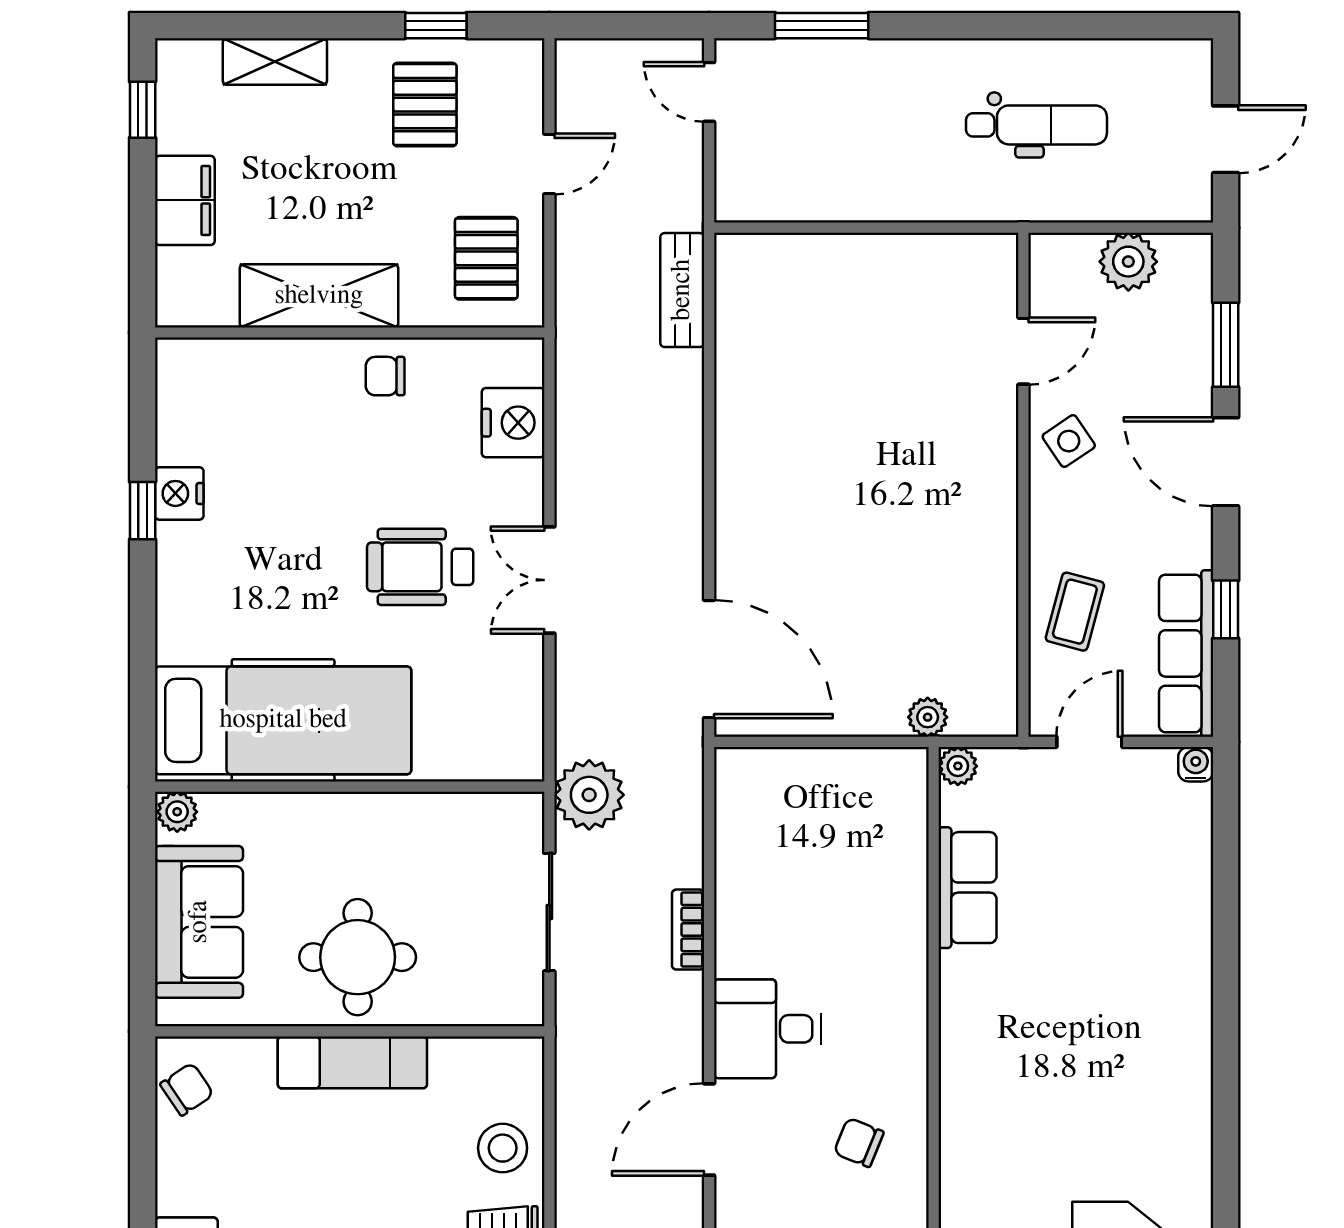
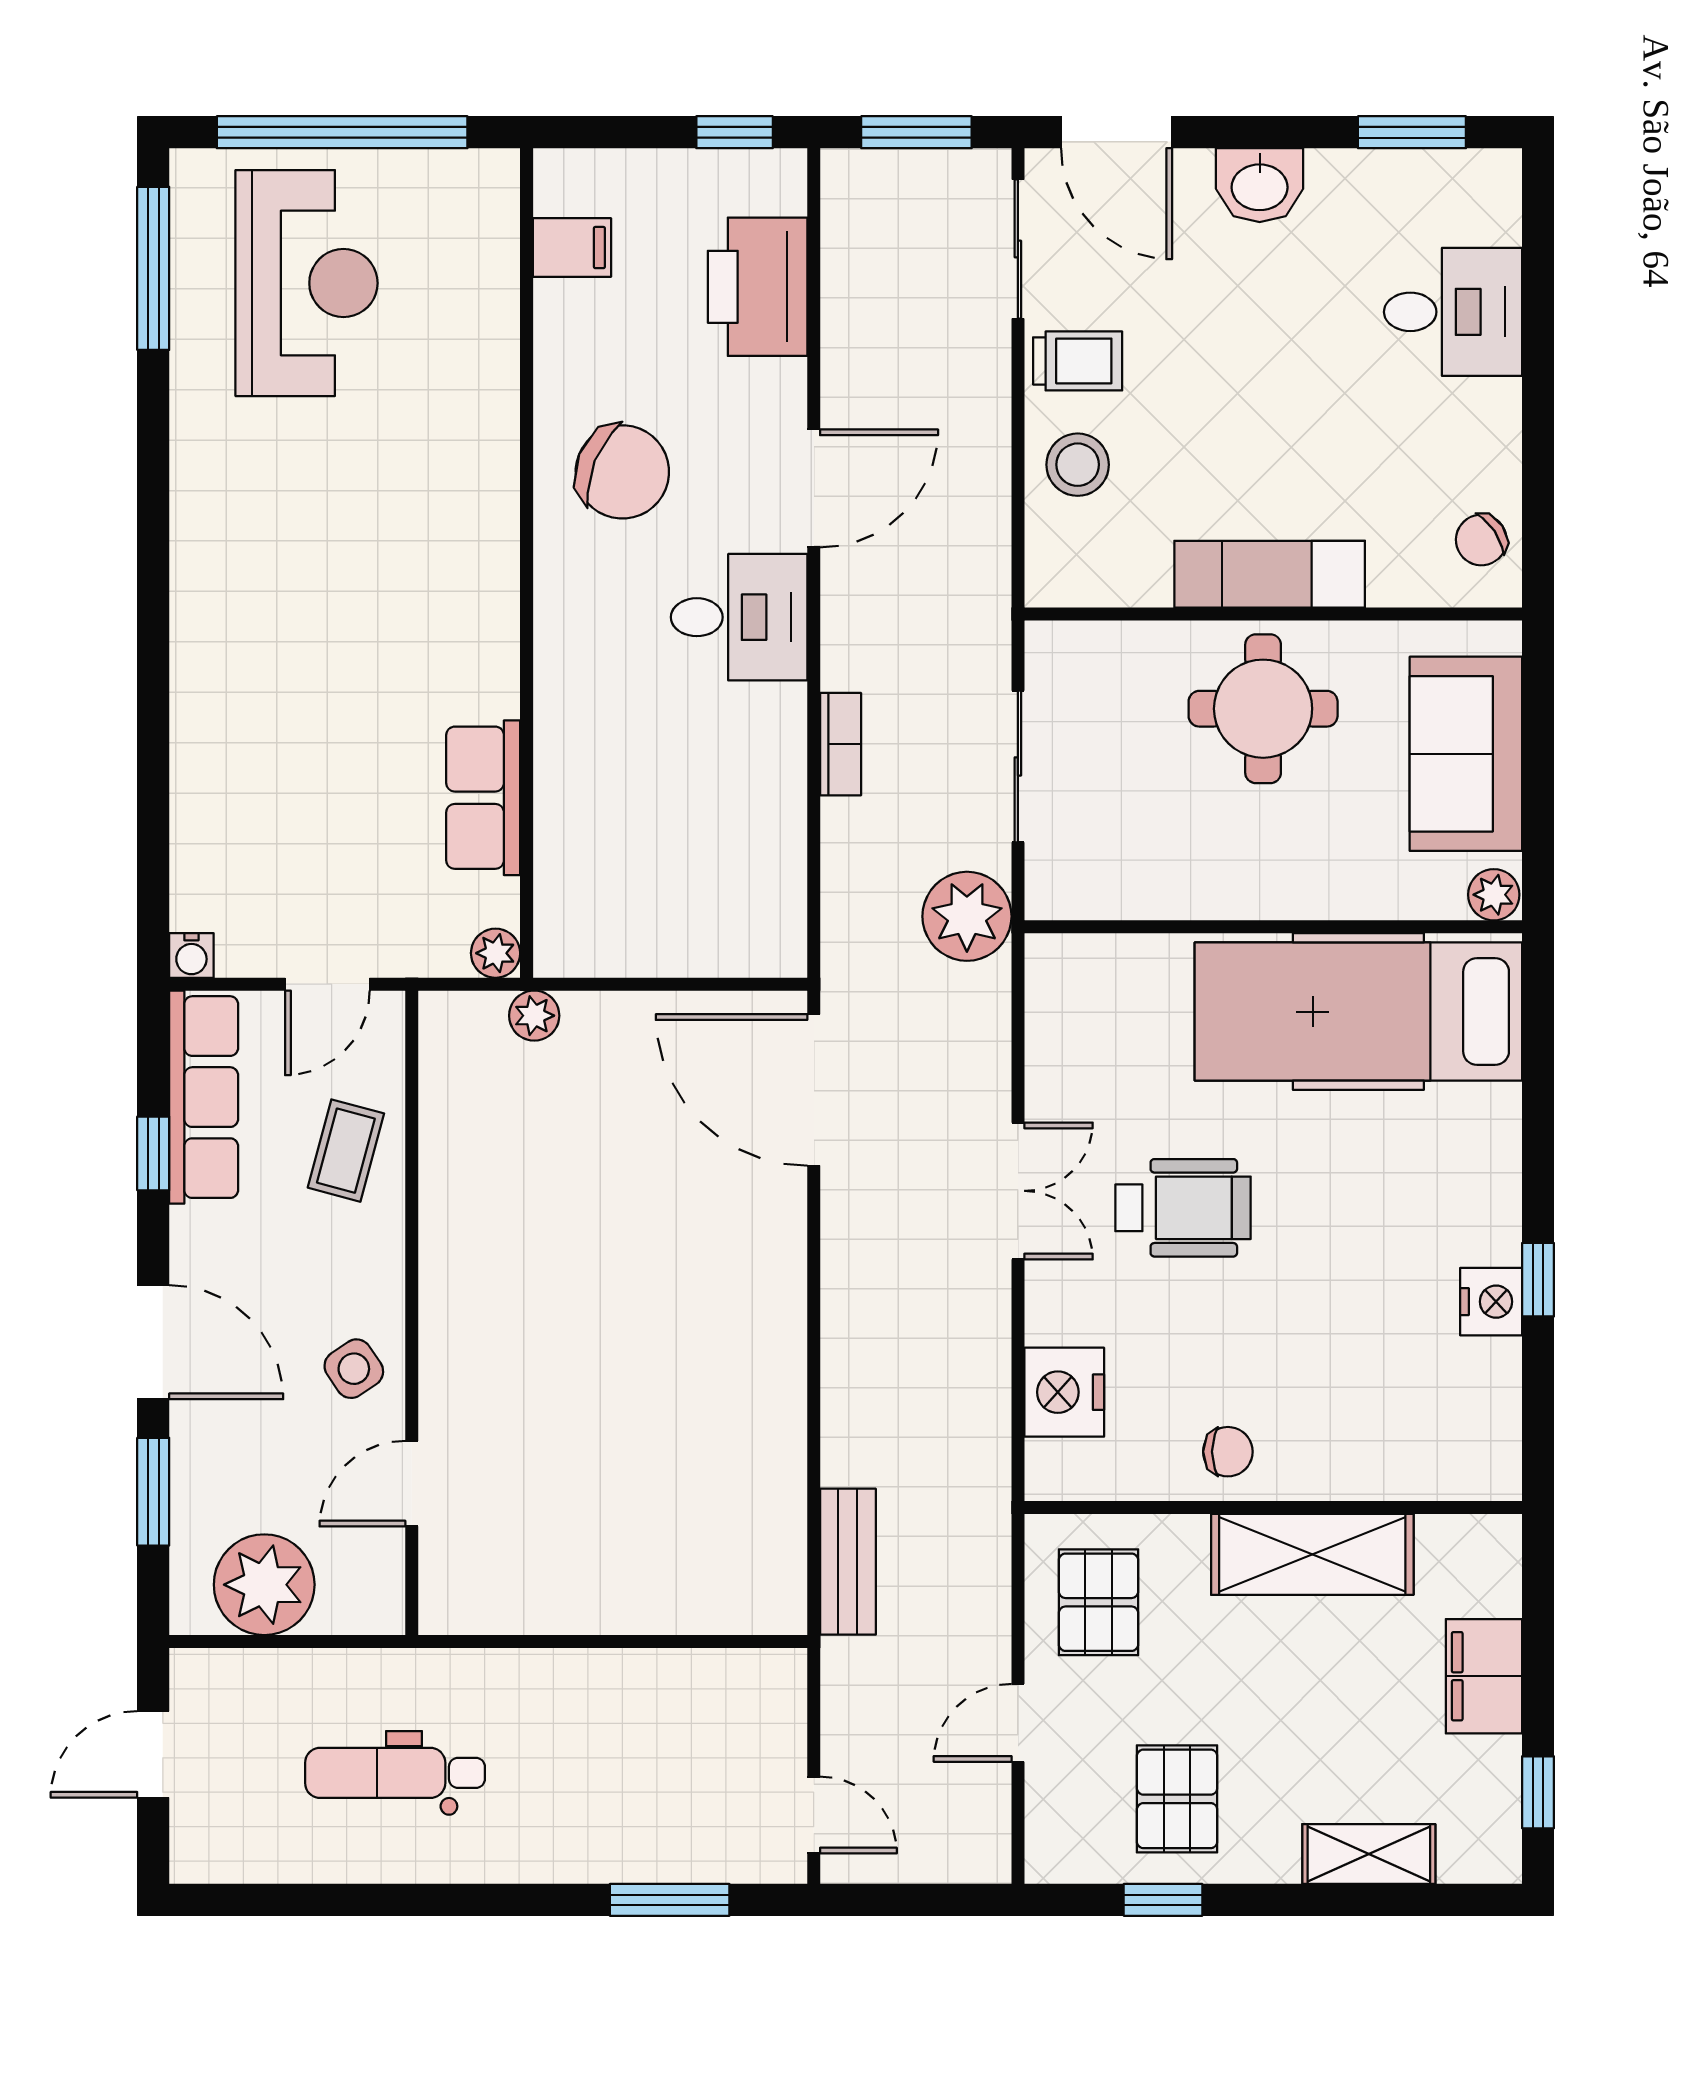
plant: (1128, 262) -> (264, 1585), width x1.36, depth x1.36
chair: (859, 1142) -> (622, 472), width x1.87, depth x1.87

